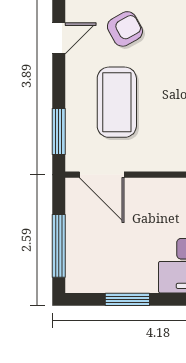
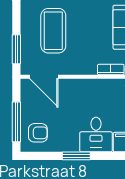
armchair: (93, 263) -> (38, 133), added
window: (127, 299) -> (76, 156), moved

